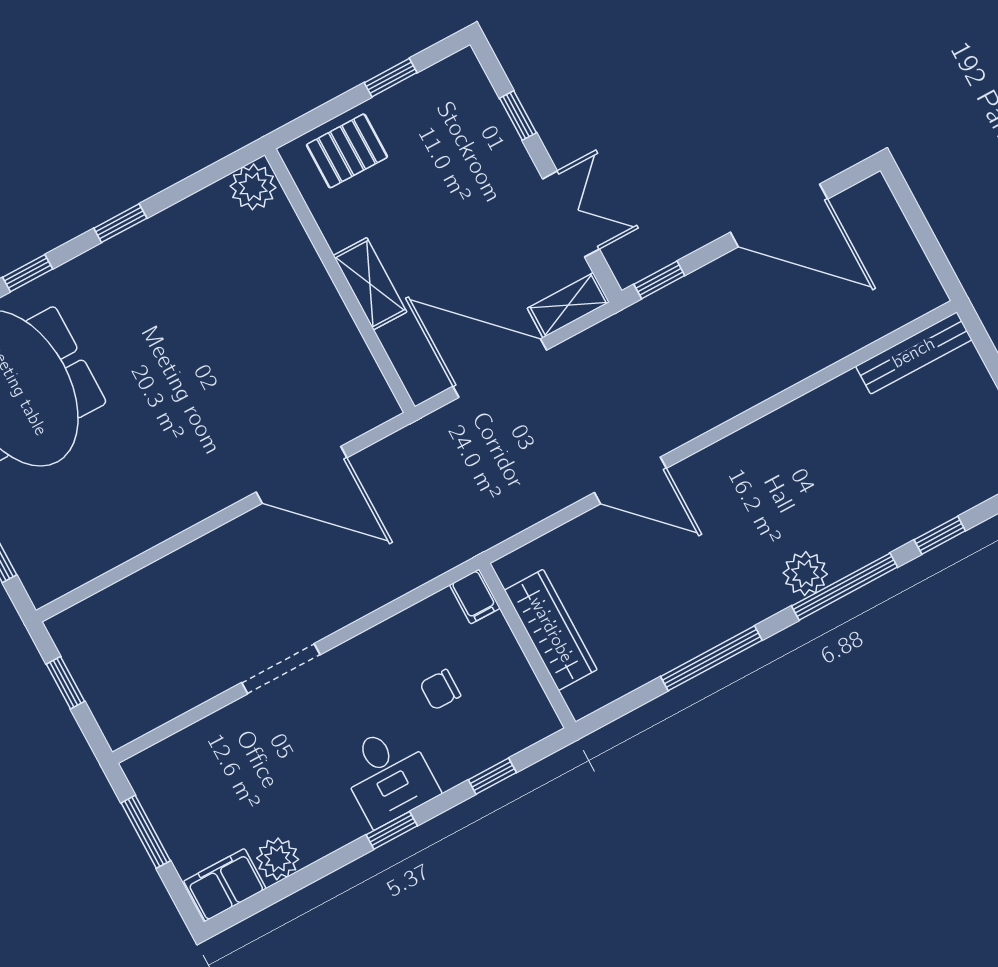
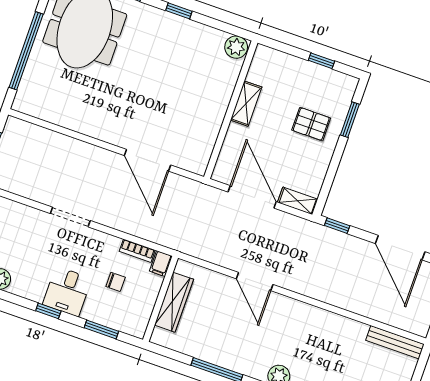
window: (518, 115) -> (350, 120), width x1.50
pallet: (347, 151) -> (311, 124), moved
double door: (571, 214) -> (332, 172), removed
shelving: (370, 284) -> (246, 104), moved
bookcase: (423, 614) -> (137, 251), added
chair: (440, 690) -> (116, 282), turned 180
window: (492, 776) -> (101, 330), width x1.50

